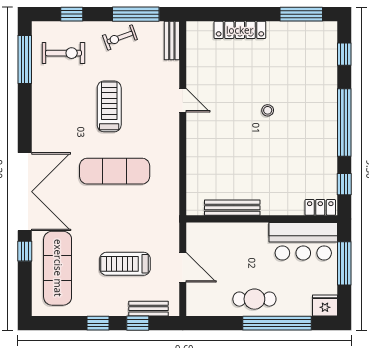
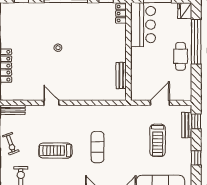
door: (183, 100) -> (51, 103), hinge flipped
exercise mat: (115, 171) -> (97, 147), width x0.73, depth x0.69
bench: (232, 208) -> (121, 75), width x0.73
window: (138, 323) -> (196, 121), moved

